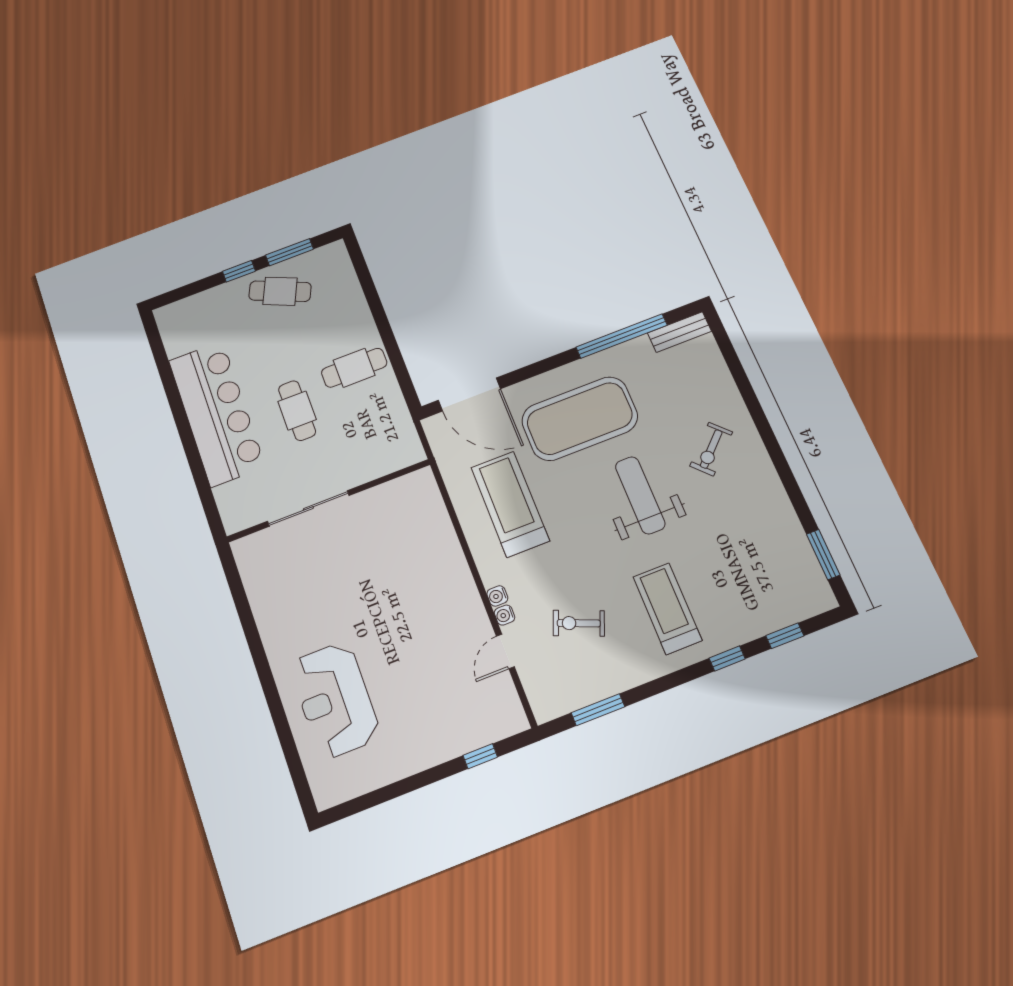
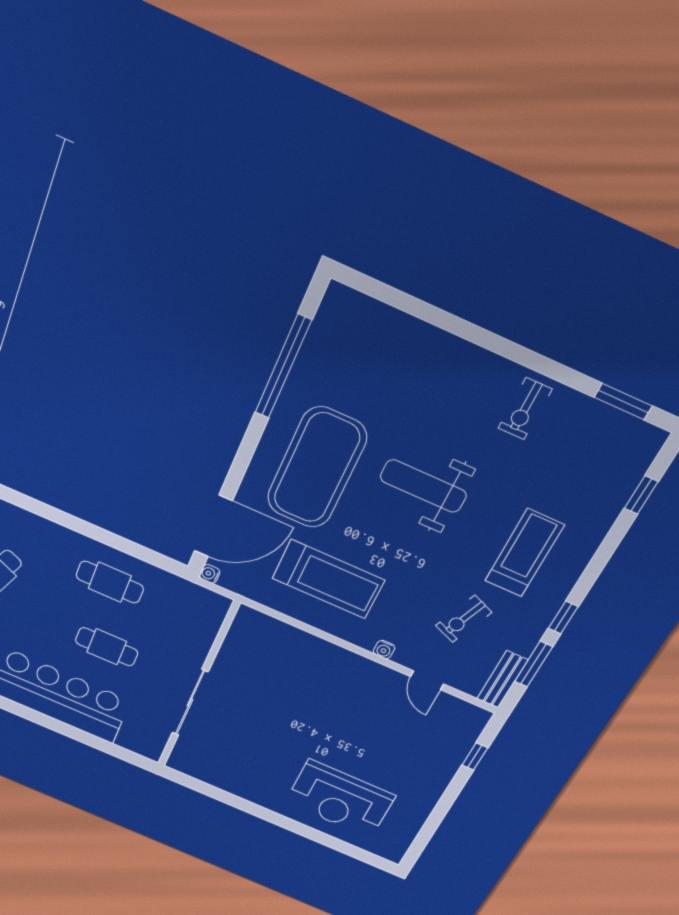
bench: (680, 332) -> (502, 679), moved
cafe table: (354, 368) -> (110, 582), turned 90
exercise bike: (711, 449) -> (525, 409), moved, turned 44
treadmill: (510, 504) -> (328, 579), turned 180
treadmill: (667, 609) -> (524, 553), turned 90
water cooler: (505, 615) -> (210, 574), moved, turned 90
window: (727, 659) -> (563, 617), moved

